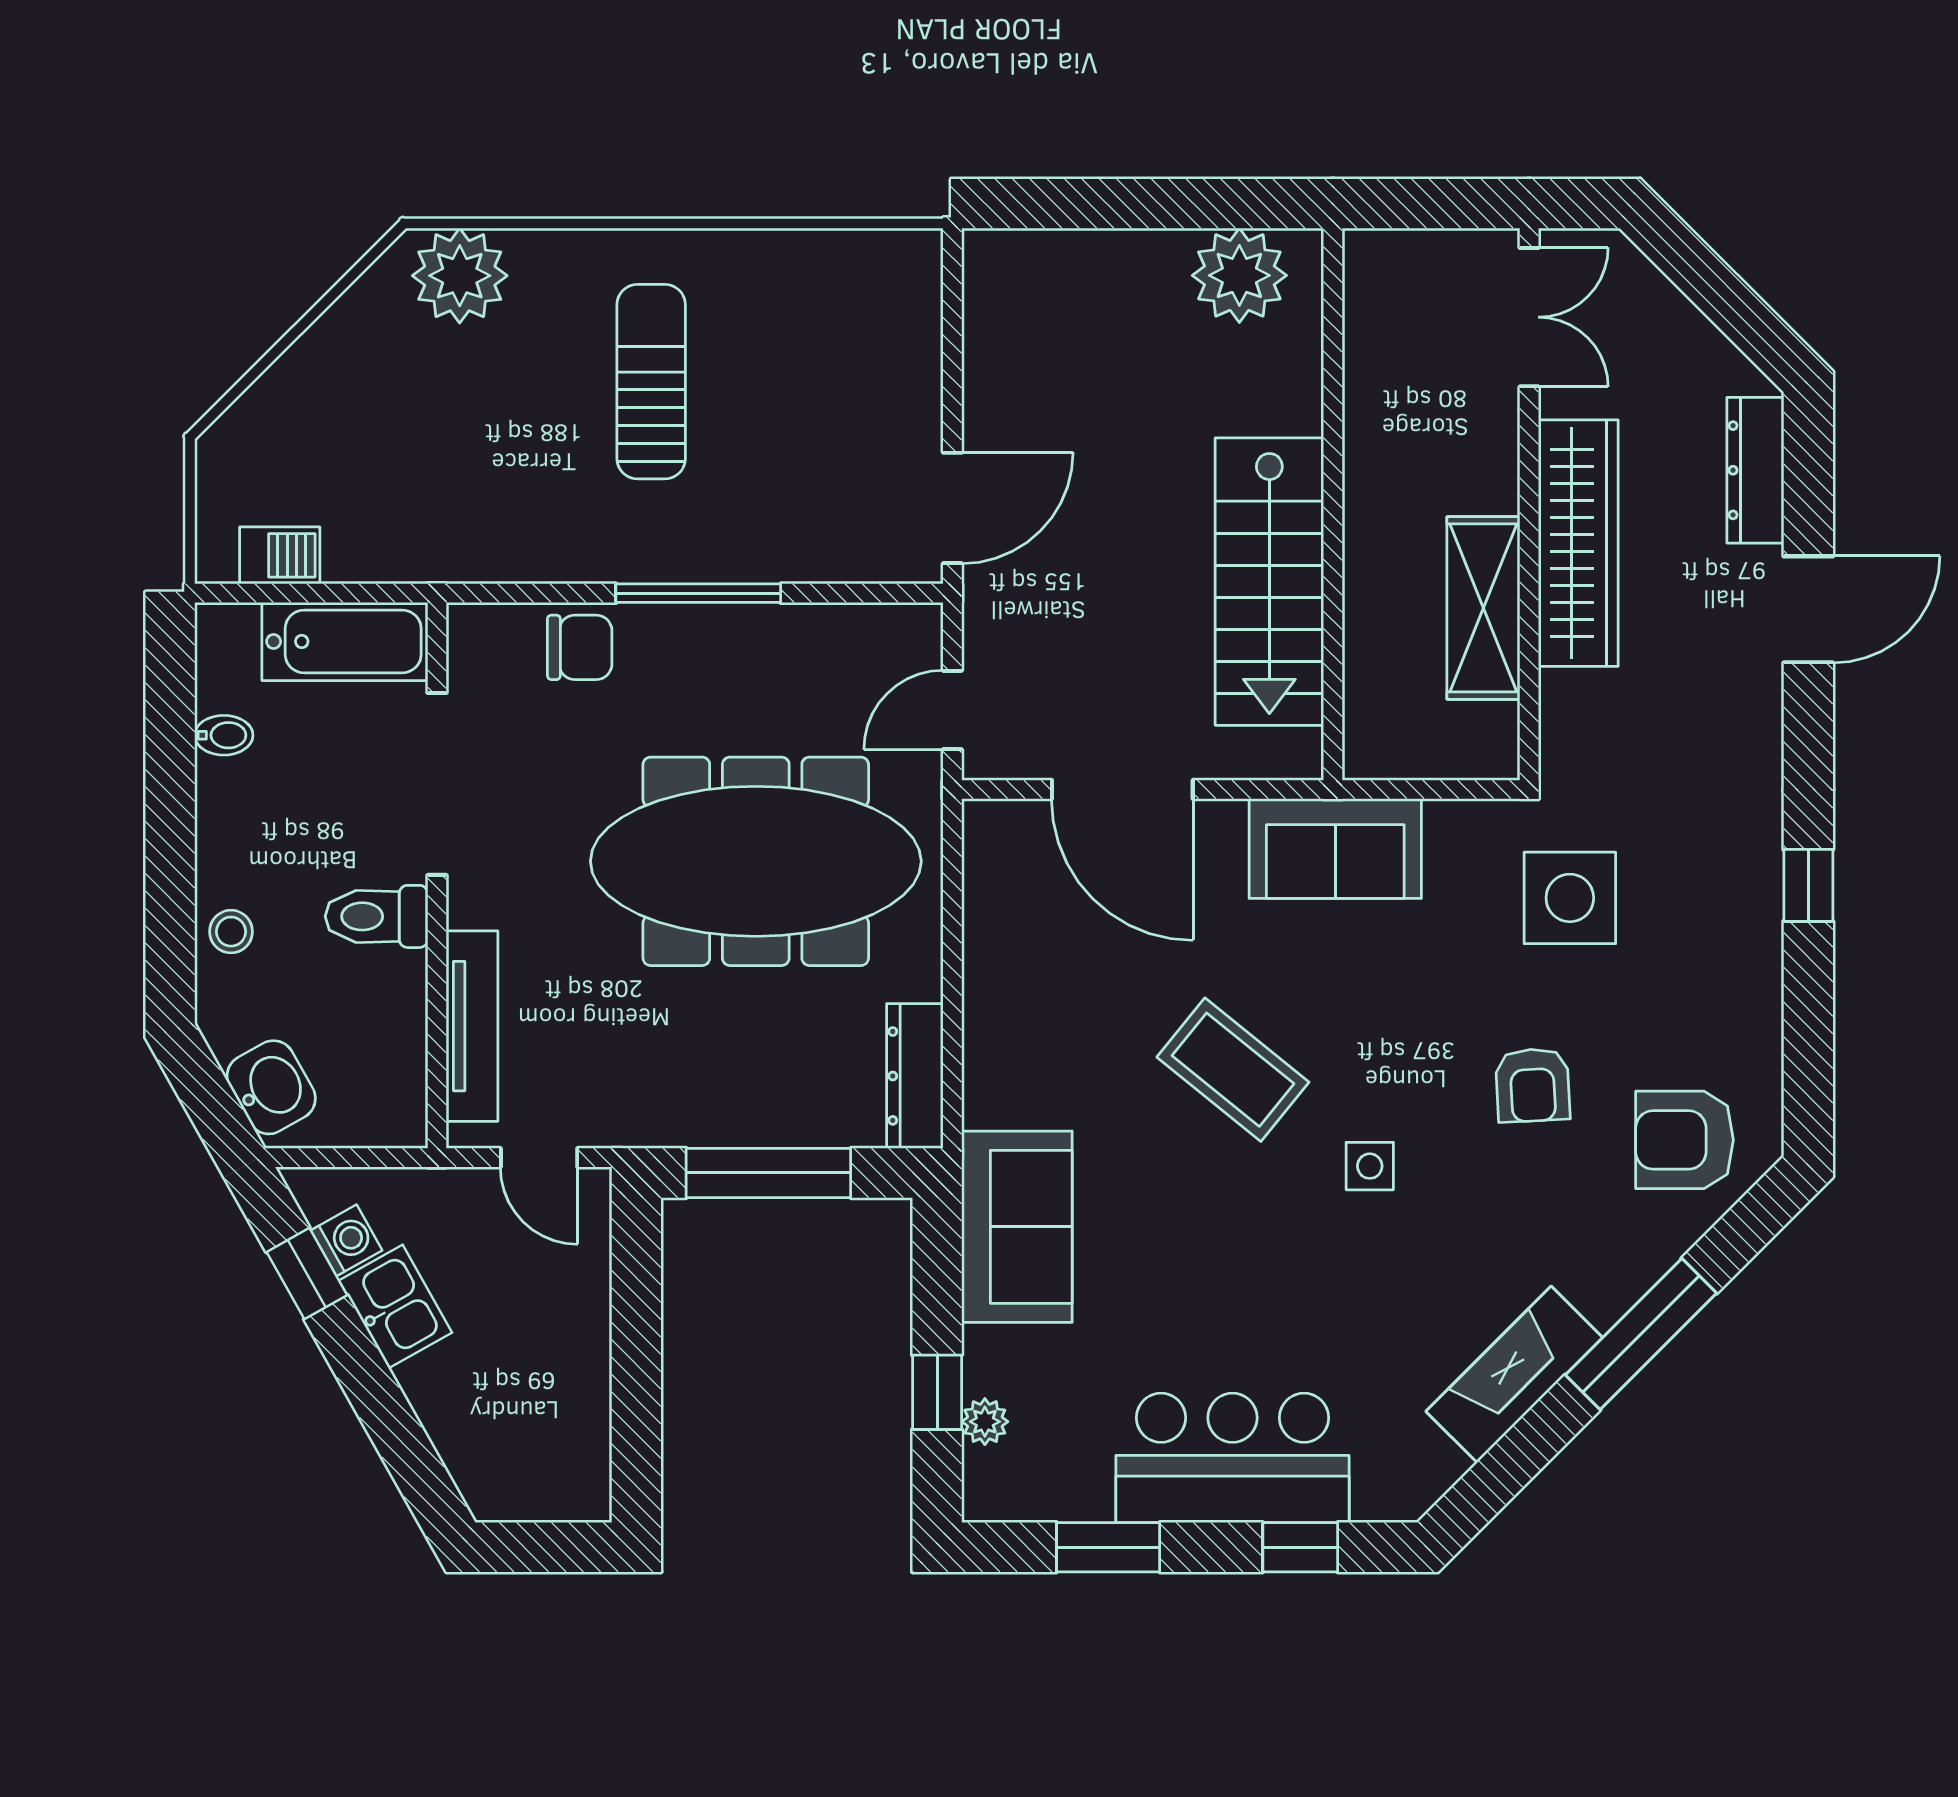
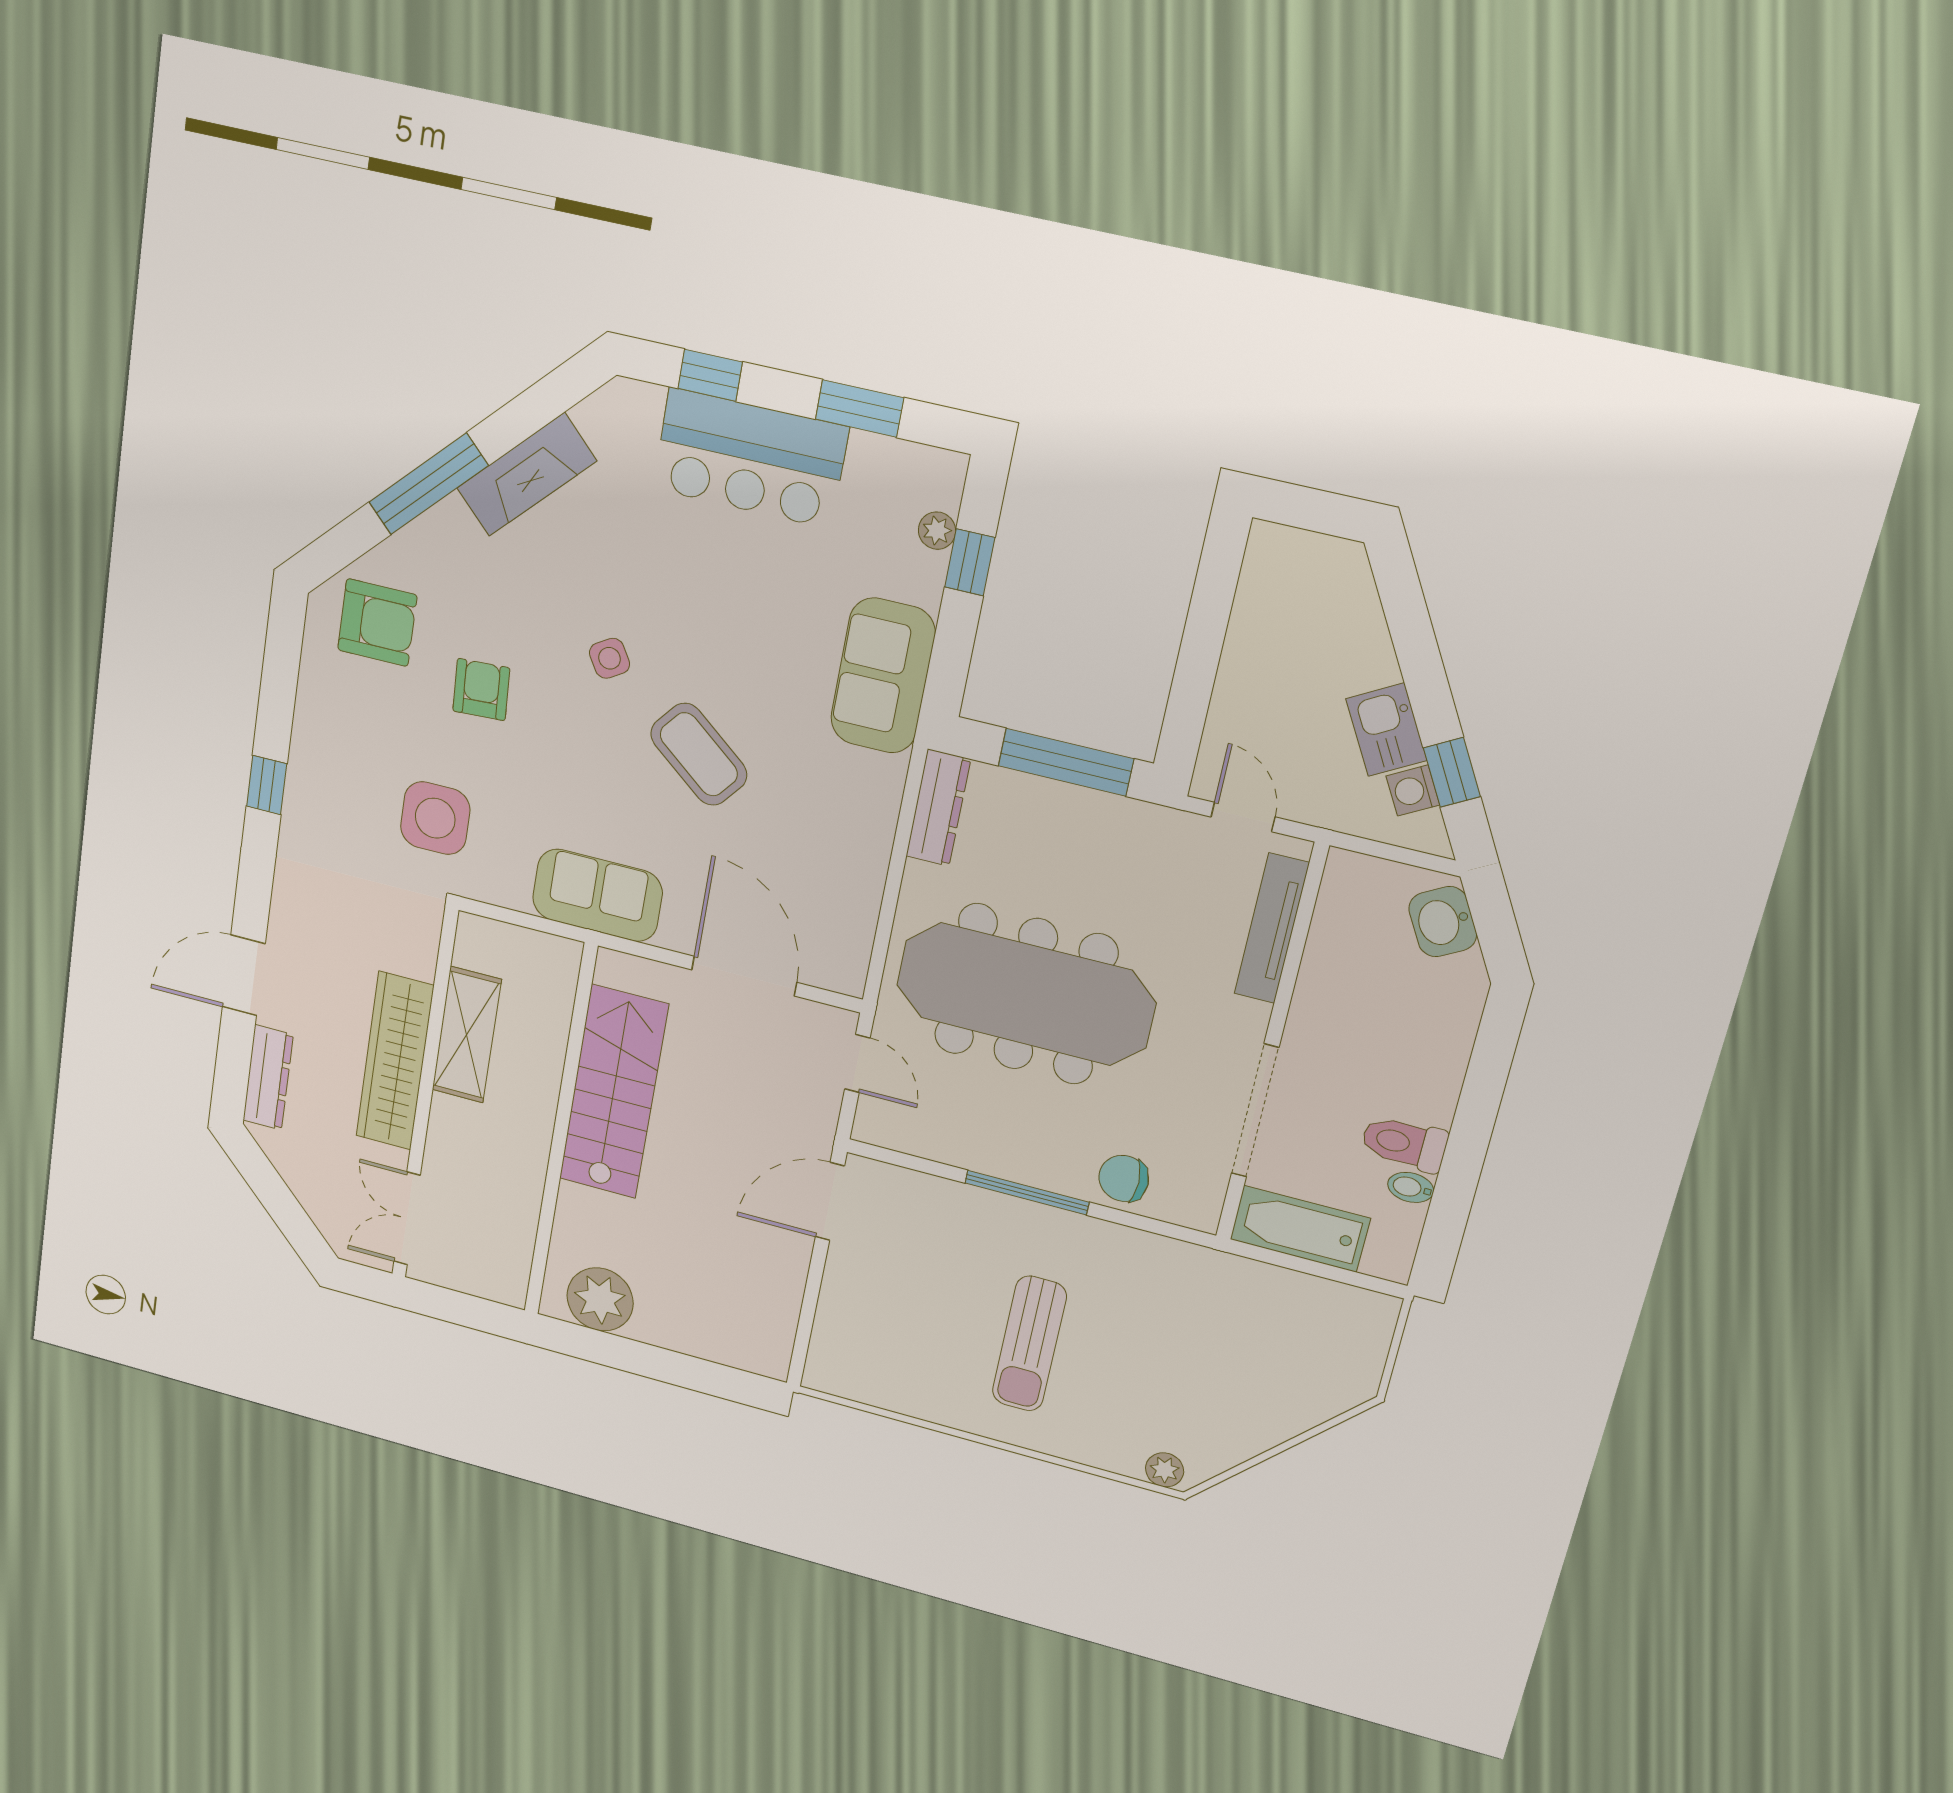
plant: (460, 276) -> (1165, 1470), width x0.53, depth x0.53
barbecue: (280, 555) -> (1334, 1301), removed
door: (952, 710) -> (857, 1063), hinge flipped
toilet: (377, 916) -> (1404, 1143), moved, turned 180
stool: (231, 932) -> (1444, 1045), removed
side table: (1370, 1166) -> (610, 658), turned -31

